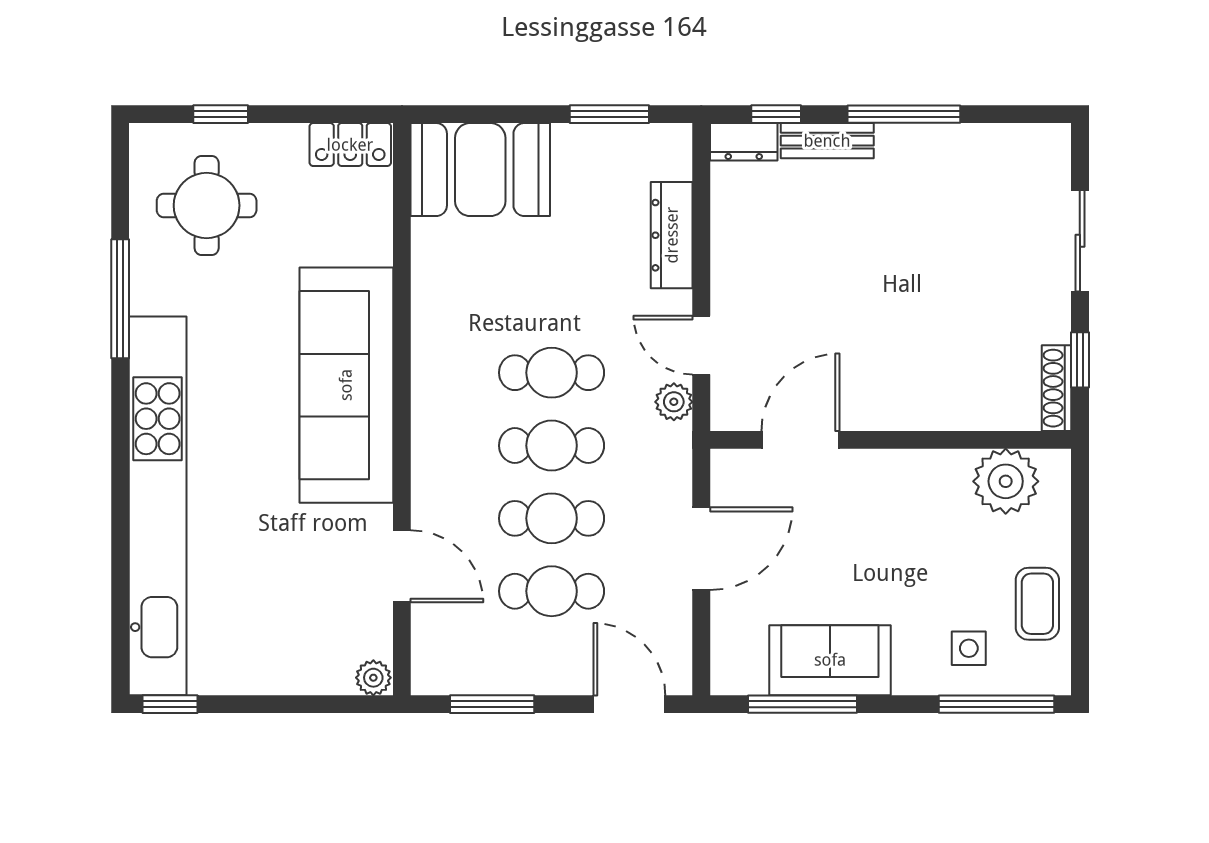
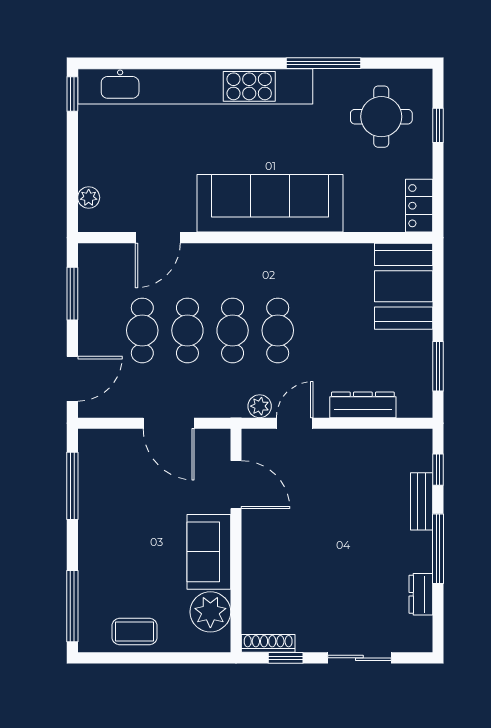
dresser: (744, 142) -> (421, 594), moved
side table: (969, 648) -> (107, 589), removed
sofa: (830, 660) -> (209, 552), moved, turned 180
plant: (373, 678) -> (89, 197), moved

